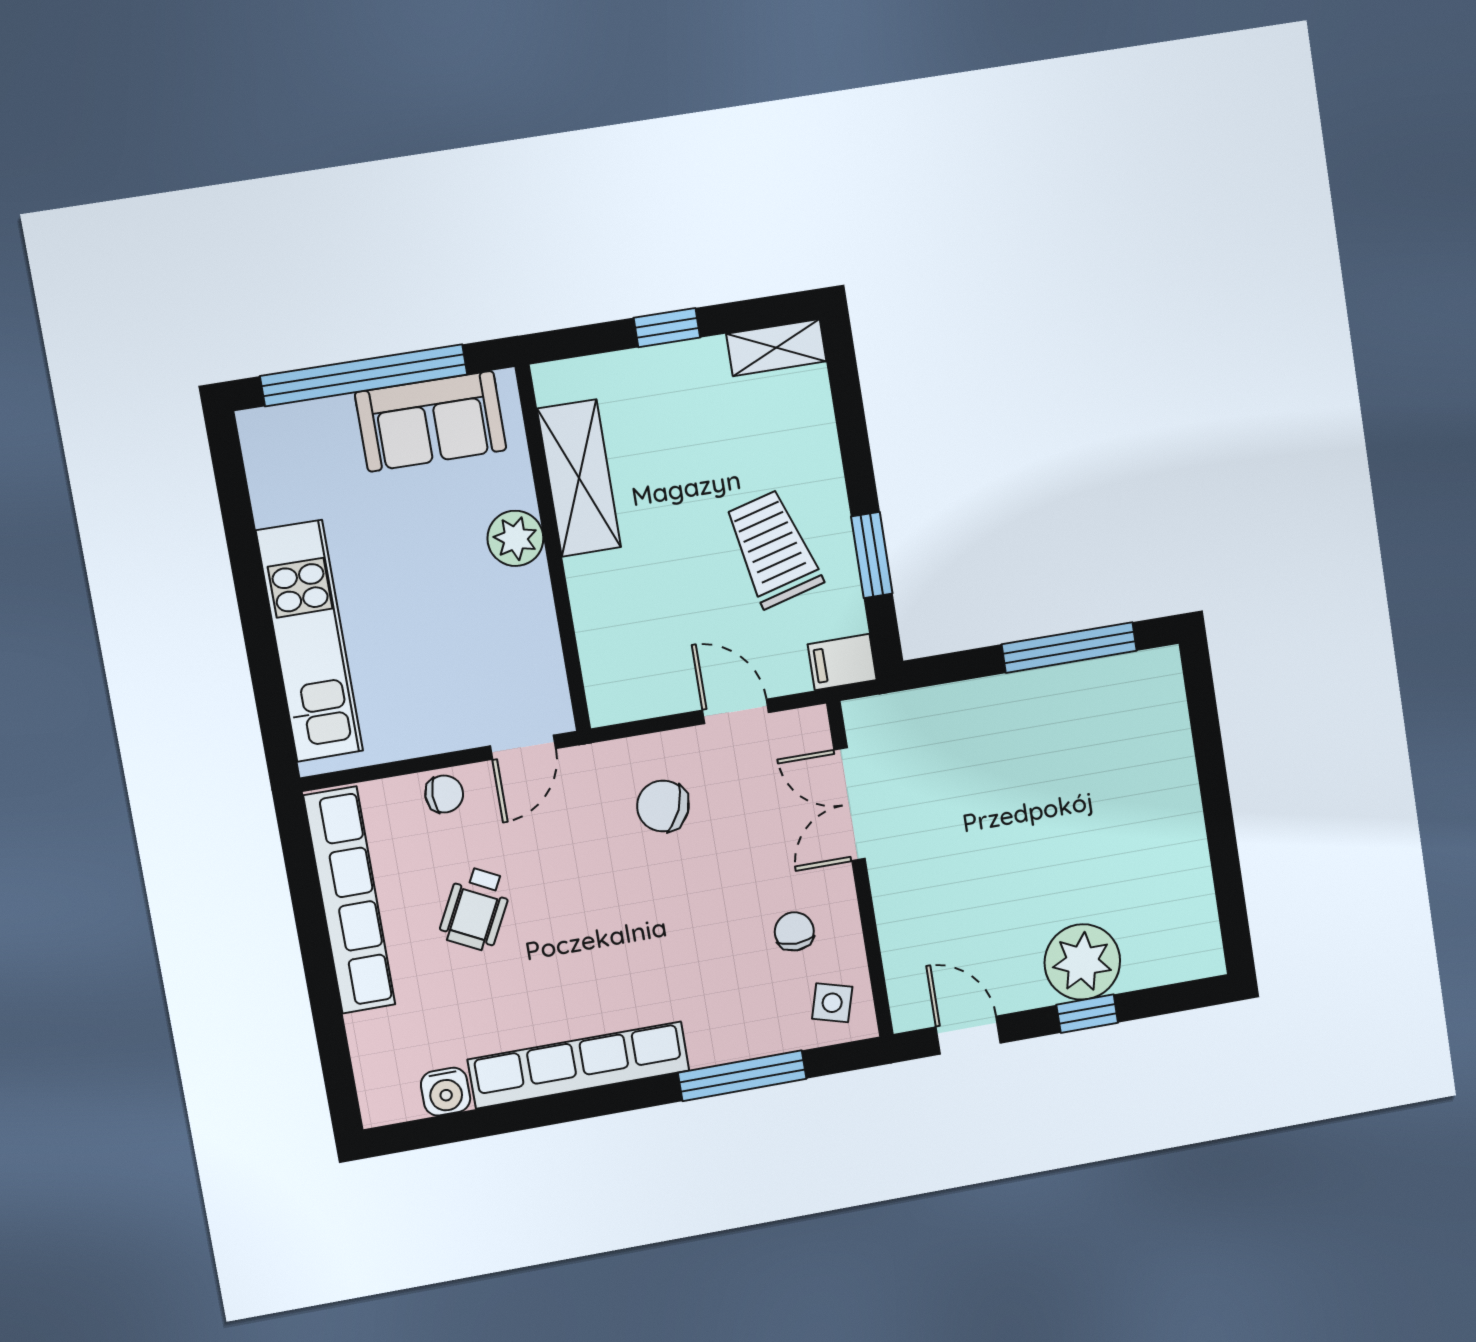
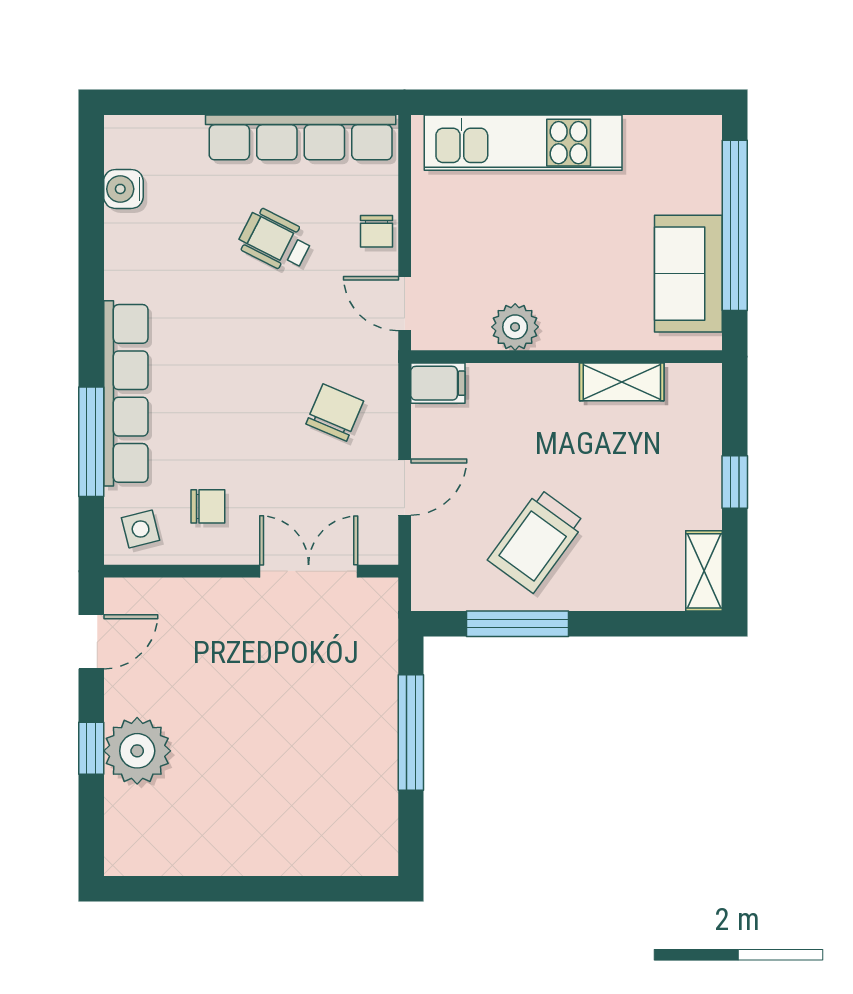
shelving: (579, 478) -> (622, 382), width x0.67, depth x0.75
plant: (515, 538) -> (515, 327), moved
trolley: (773, 549) -> (536, 541), turned 141
window: (872, 555) -> (518, 624), width x1.44
window: (1069, 648) -> (411, 733), moved
filing cabinet: (842, 662) -> (438, 383), moved, turned 90
side table: (832, 1003) -> (141, 529), turned -30
row of seats: (579, 1065) -> (126, 393), moved

